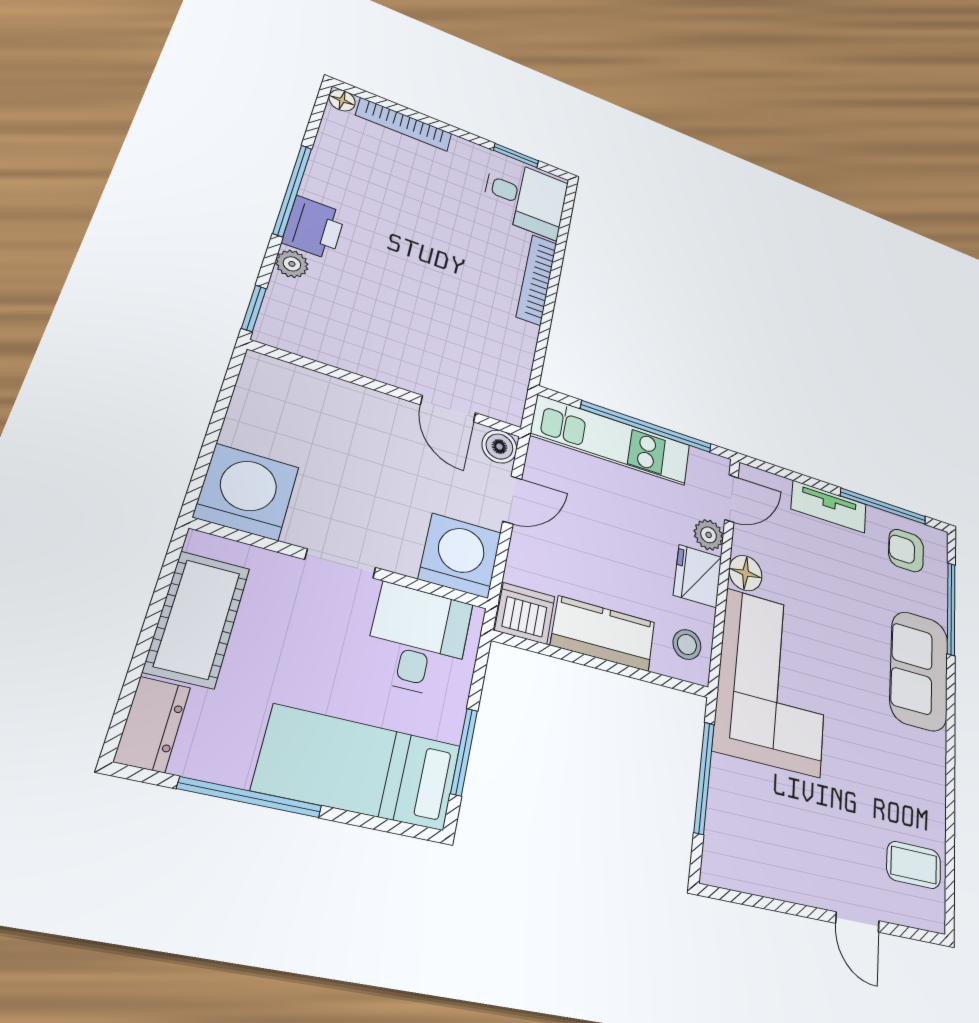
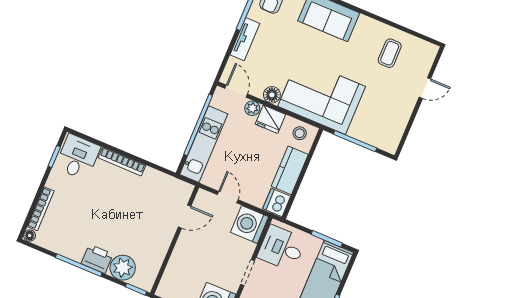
plant: (292, 264) -> (123, 268), width x1.88, depth x1.88
boiler: (499, 447) -> (203, 197), removed
coffee table: (914, 865) -> (390, 53), moved

